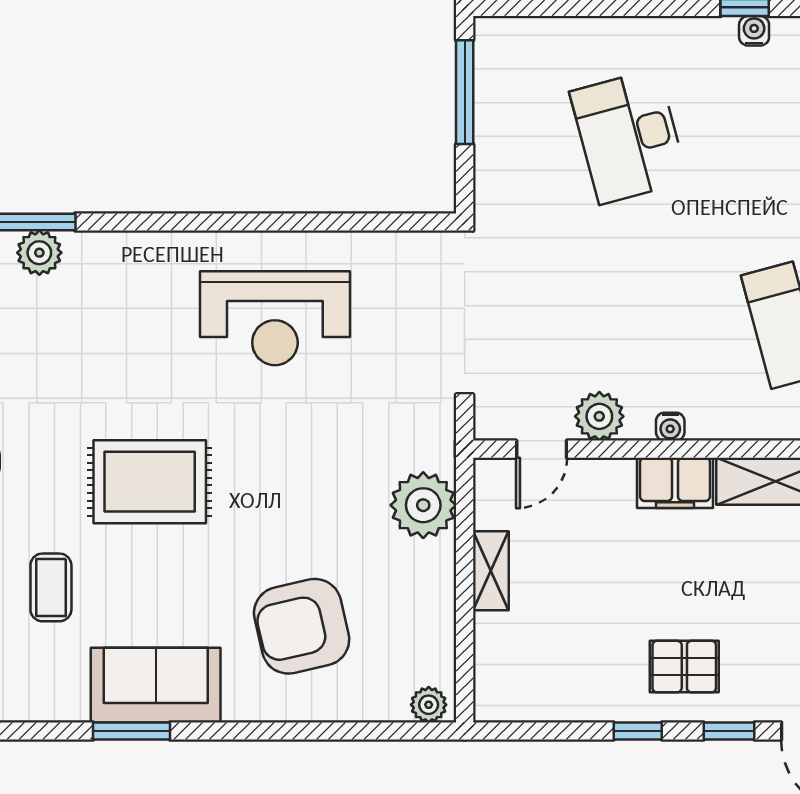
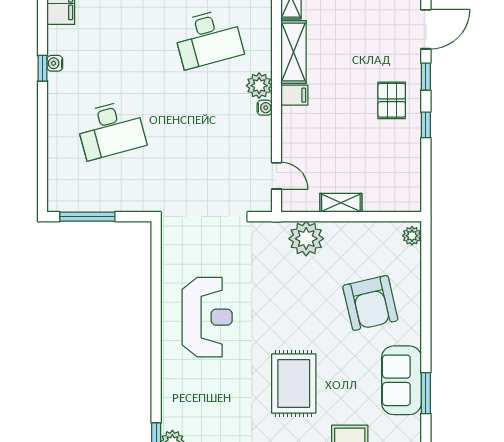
plant: (599, 416) -> (259, 86), moved
filing cabinet: (675, 483) -> (294, 95), width x0.50

